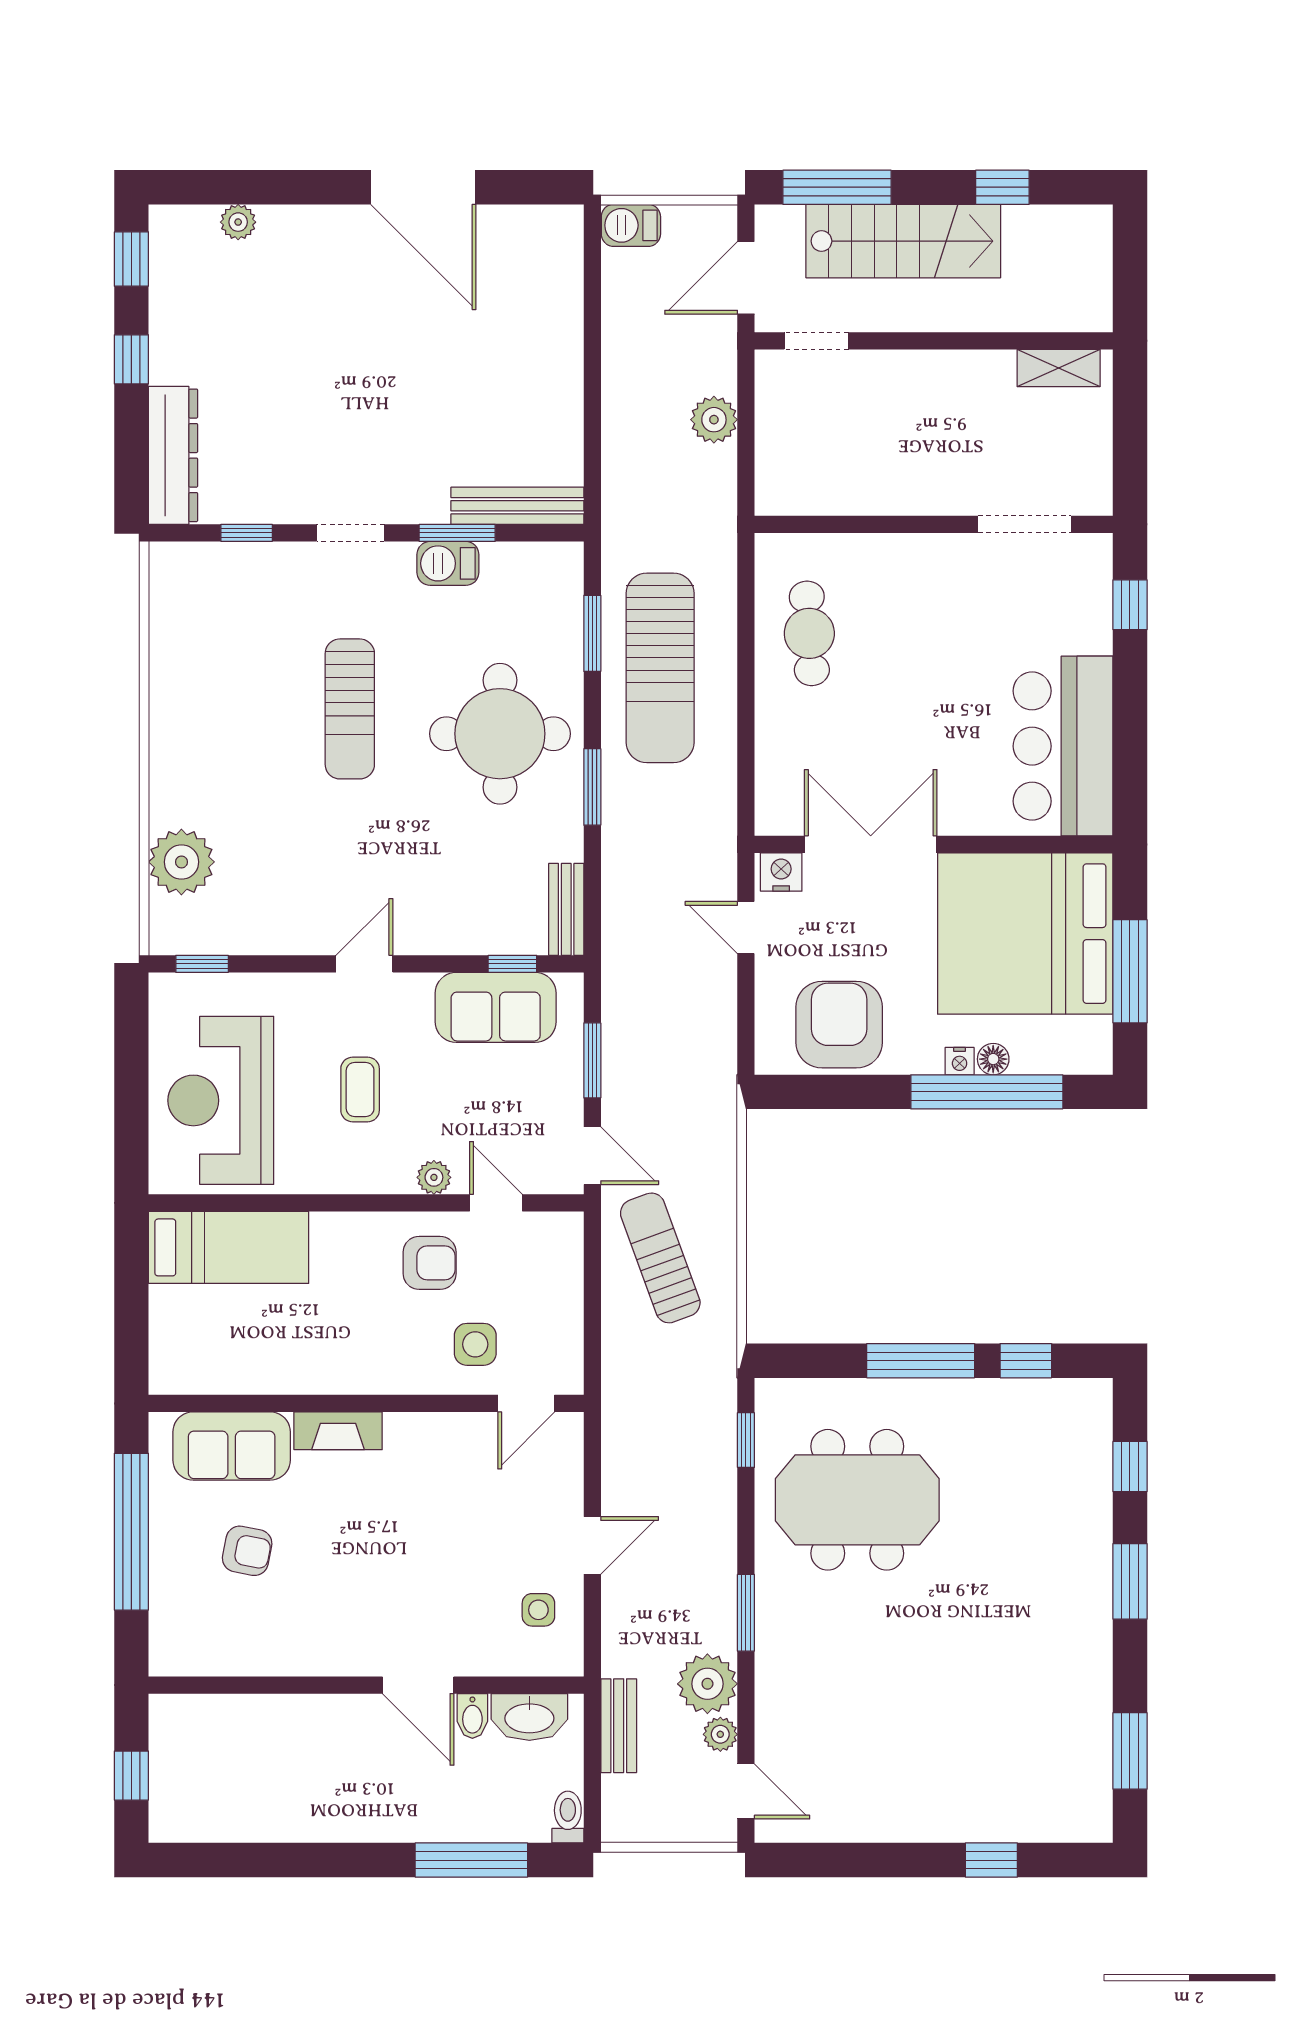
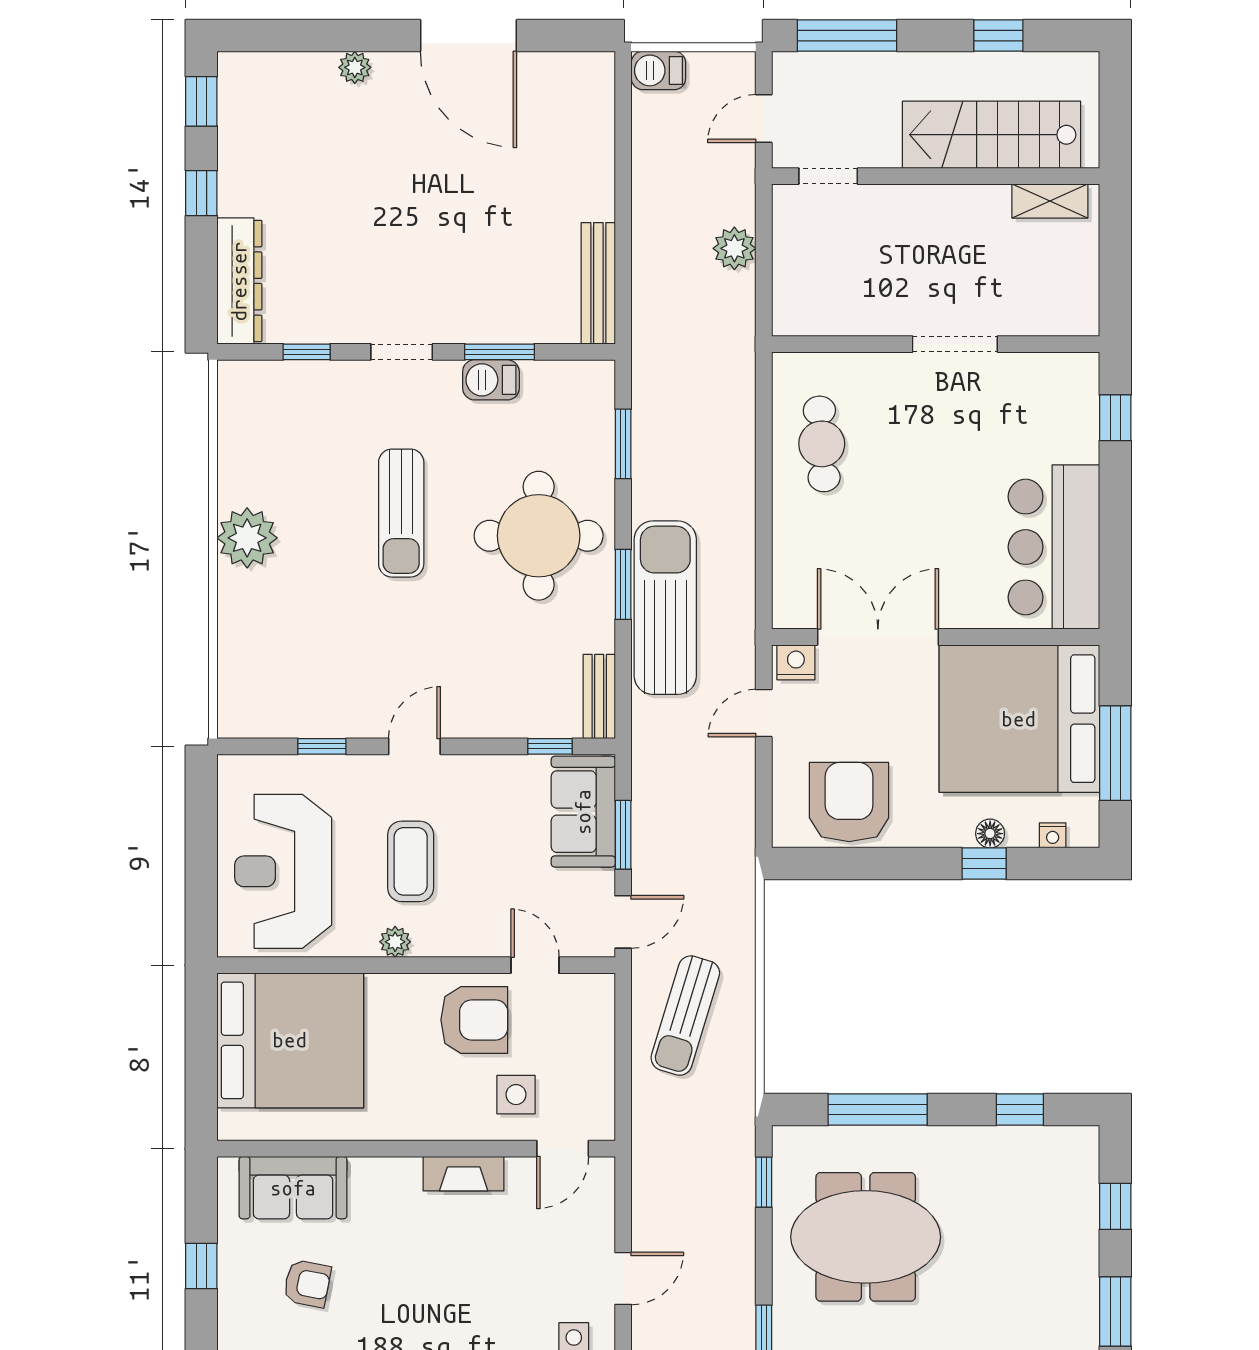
plant: (238, 222) -> (355, 67), moved
stairs: (903, 241) -> (992, 135), moved, turned 180
door: (746, 278) -> (764, 119), width x0.73
bench: (517, 506) -> (598, 283), moved, turned 90
doorway: (1025, 524) -> (955, 344), moved
sun lounger: (660, 668) -> (665, 608), moved, turned 180
plant: (181, 862) -> (247, 538), moved
door: (746, 928) -> (764, 713), hinge flipped
window: (202, 964) -> (322, 746), moved
sofa: (496, 1007) -> (583, 812), moved, turned 90
nightstand: (960, 1061) -> (1053, 835), moved
coffee table: (360, 1089) -> (411, 861), width x1.36, depth x1.30
window: (987, 1092) -> (984, 864), width x0.32
door: (592, 1156) -> (623, 922), hinge flipped
plant: (434, 1177) -> (395, 942), moved
bed: (229, 1247) -> (290, 1040), width x2.04
sun lounger: (660, 1258) -> (685, 1016), turned -143
armchair: (430, 1263) -> (474, 1020), width x1.38, depth x1.38
window: (921, 1361) -> (878, 1110), moved
fireplace: (338, 1431) -> (464, 1174), moved
window: (131, 1532) -> (201, 1266), width x0.32

